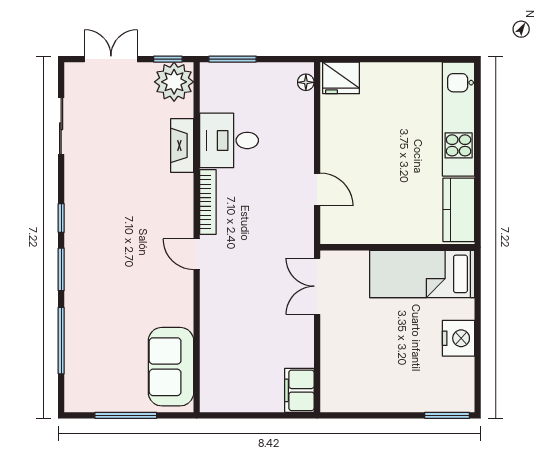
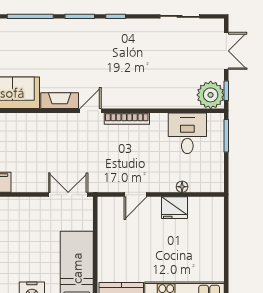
fridge: (341, 78) -> (174, 208), moved, turned -90
floor lamp: (306, 82) -> (182, 187), moved
desk: (229, 140) -> (187, 133), moved
fireplace: (182, 145) -> (60, 101), moved

